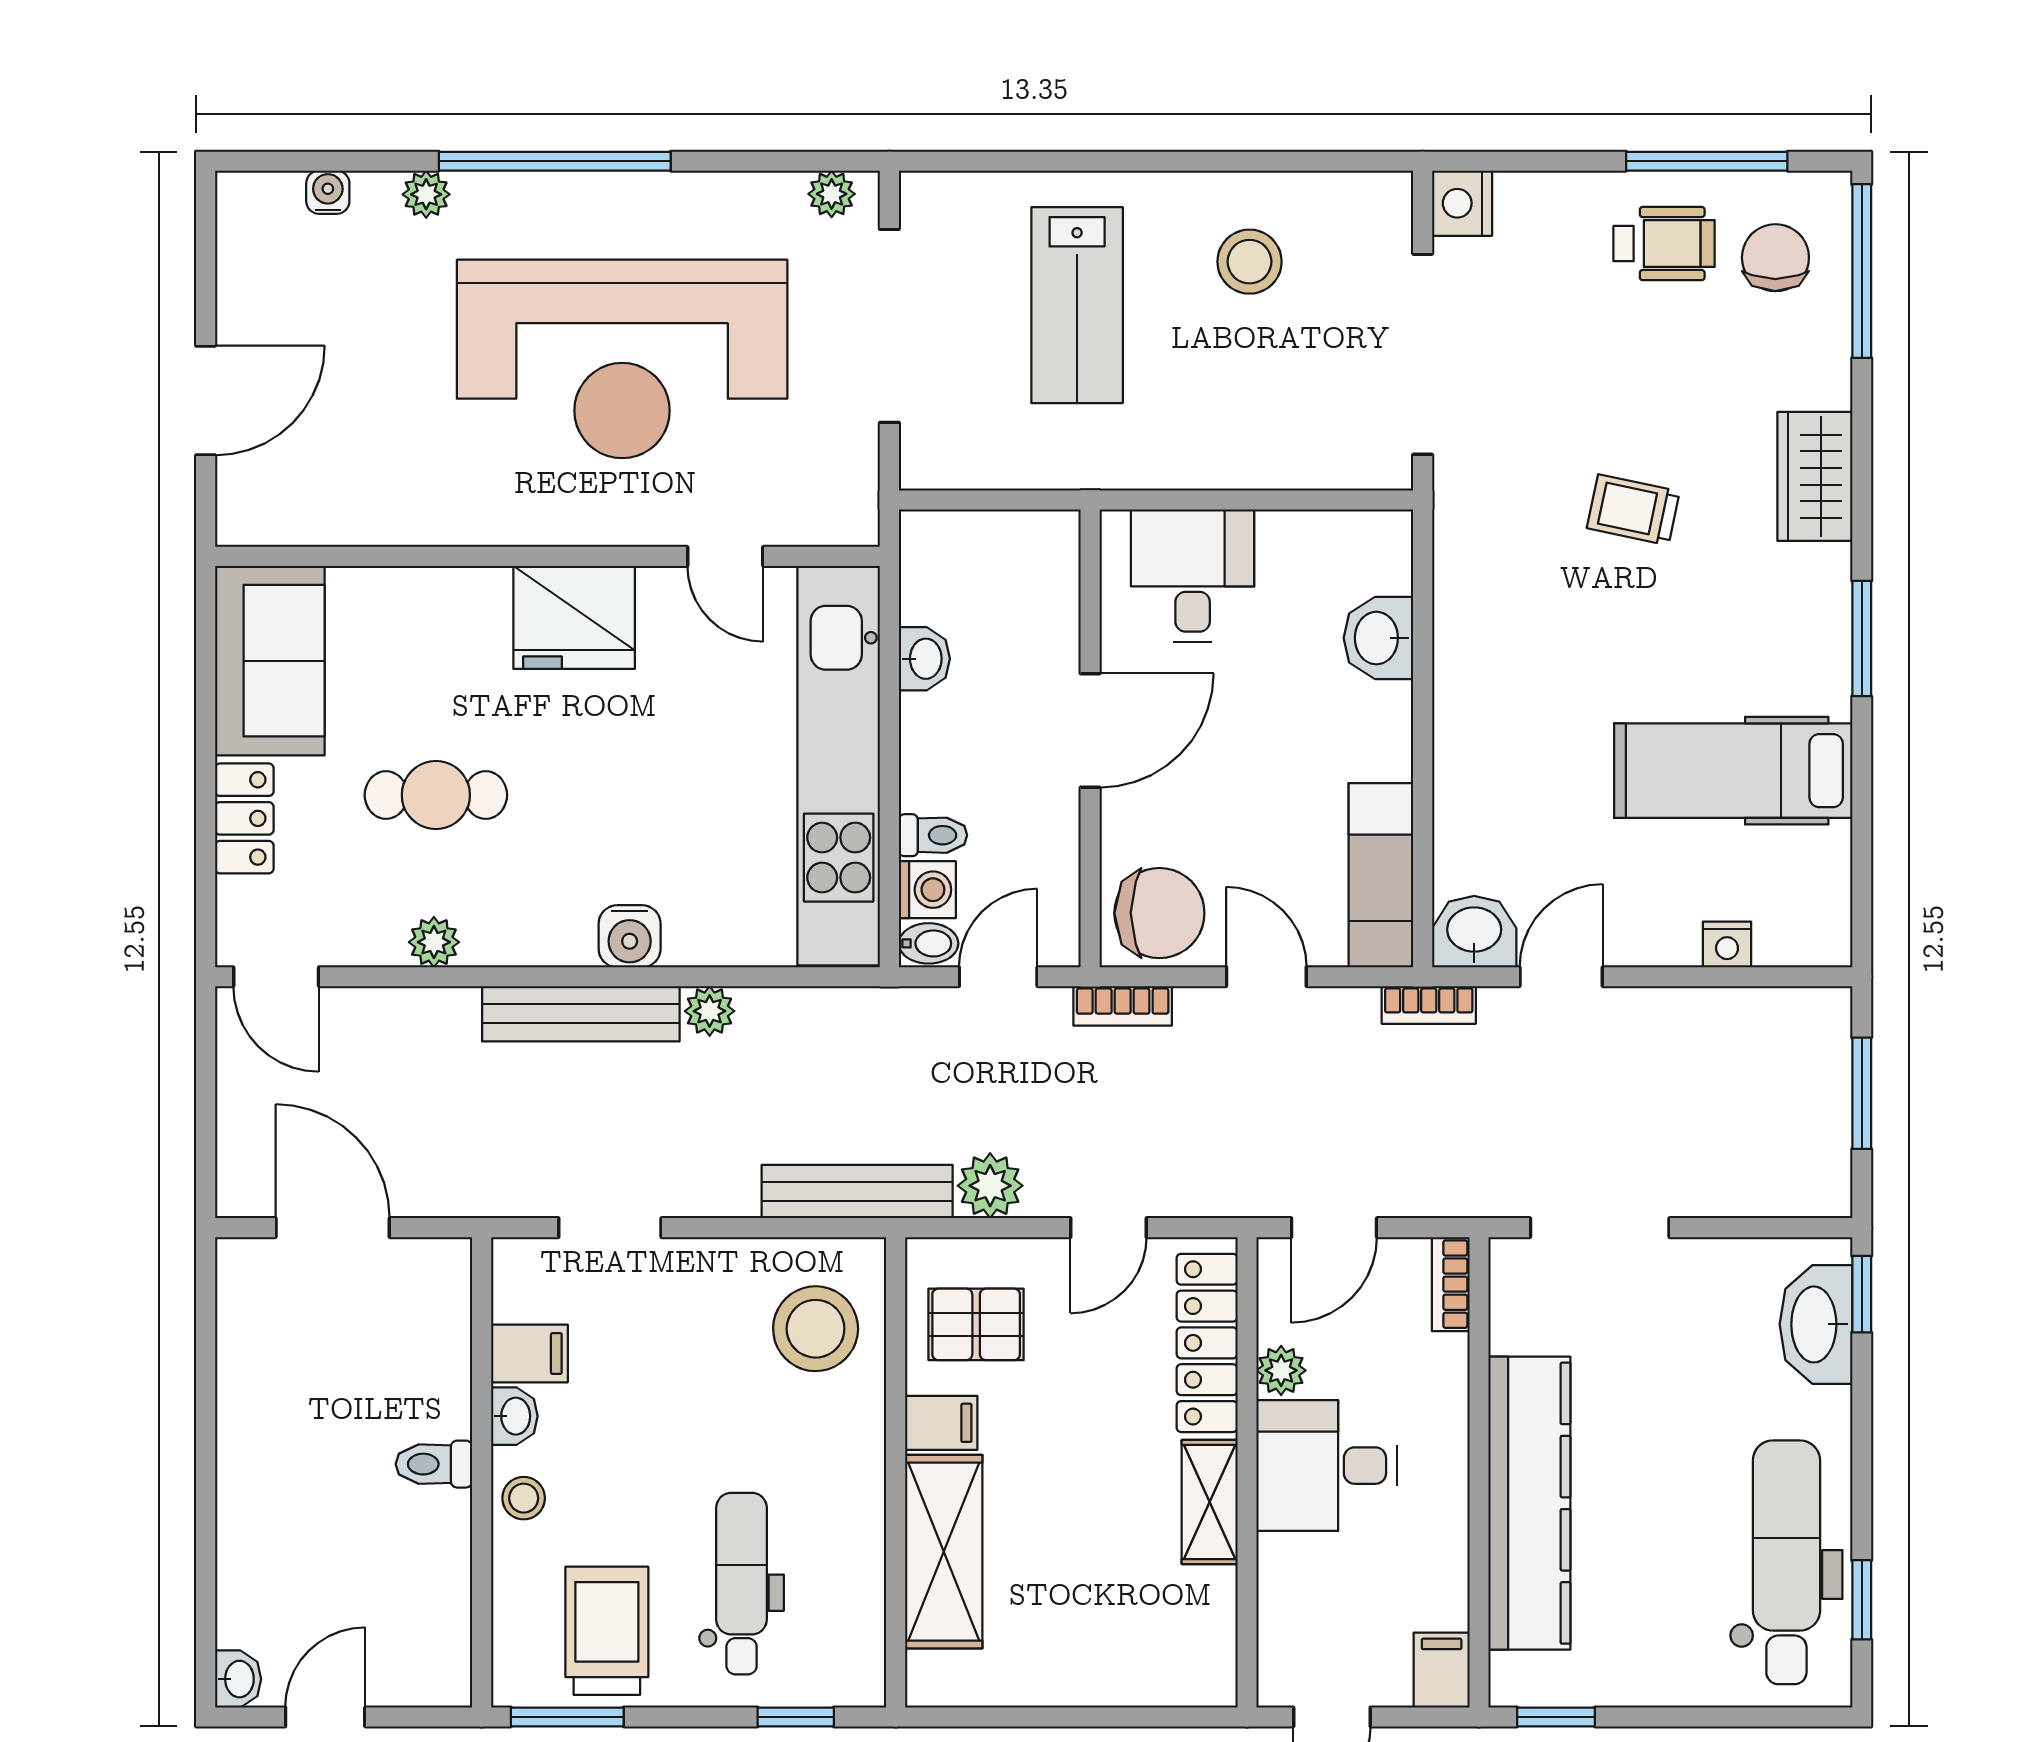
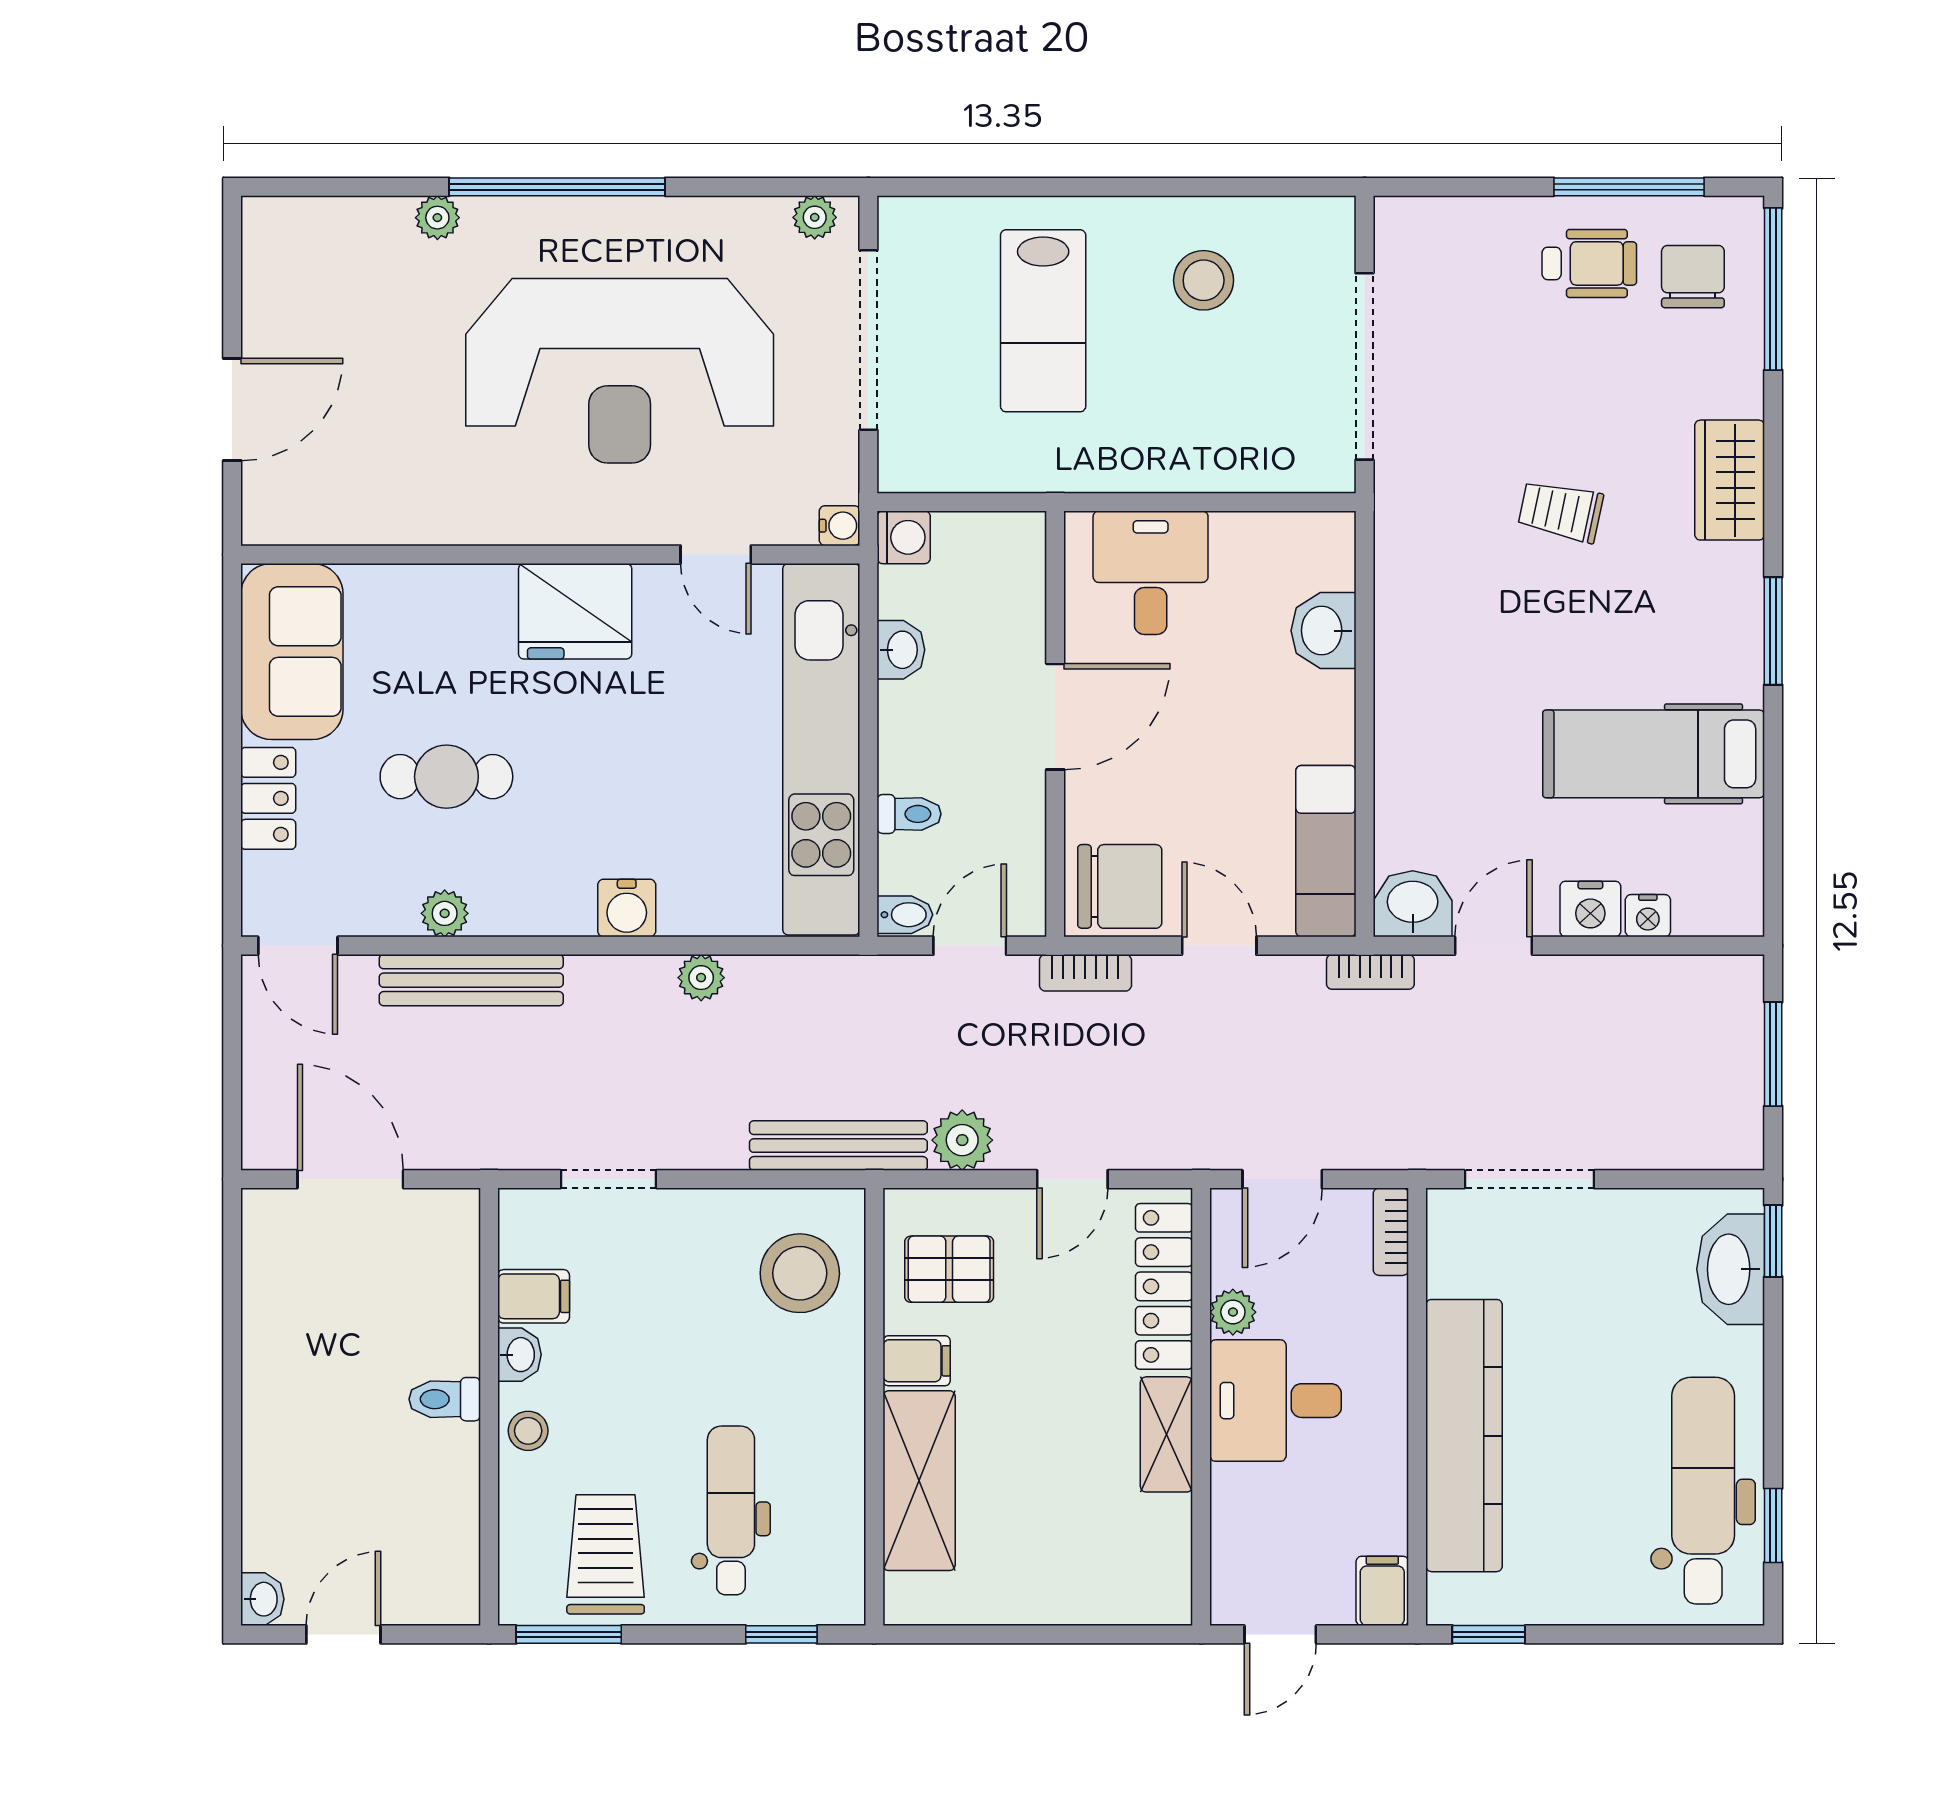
water cooler: (328, 192) -> (840, 526), moved, turned 90
nightstand: (1462, 203) -> (1590, 909), moved, turned -90
washing machine: (927, 890) -> (904, 537), moved
bench: (581, 1014) -> (471, 980), moved

